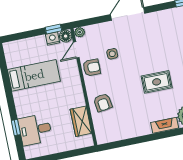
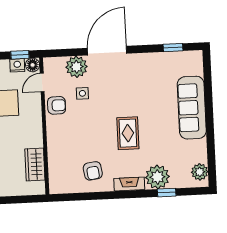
plant: (80, 32) -> (77, 67), moved, width x1.87, depth x1.87
rug: (157, 82) -> (128, 133), turned 90
armchair: (103, 103) -> (93, 171), moved

